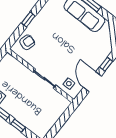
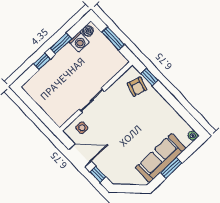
window: (28, 19) -> (149, 77), moved

